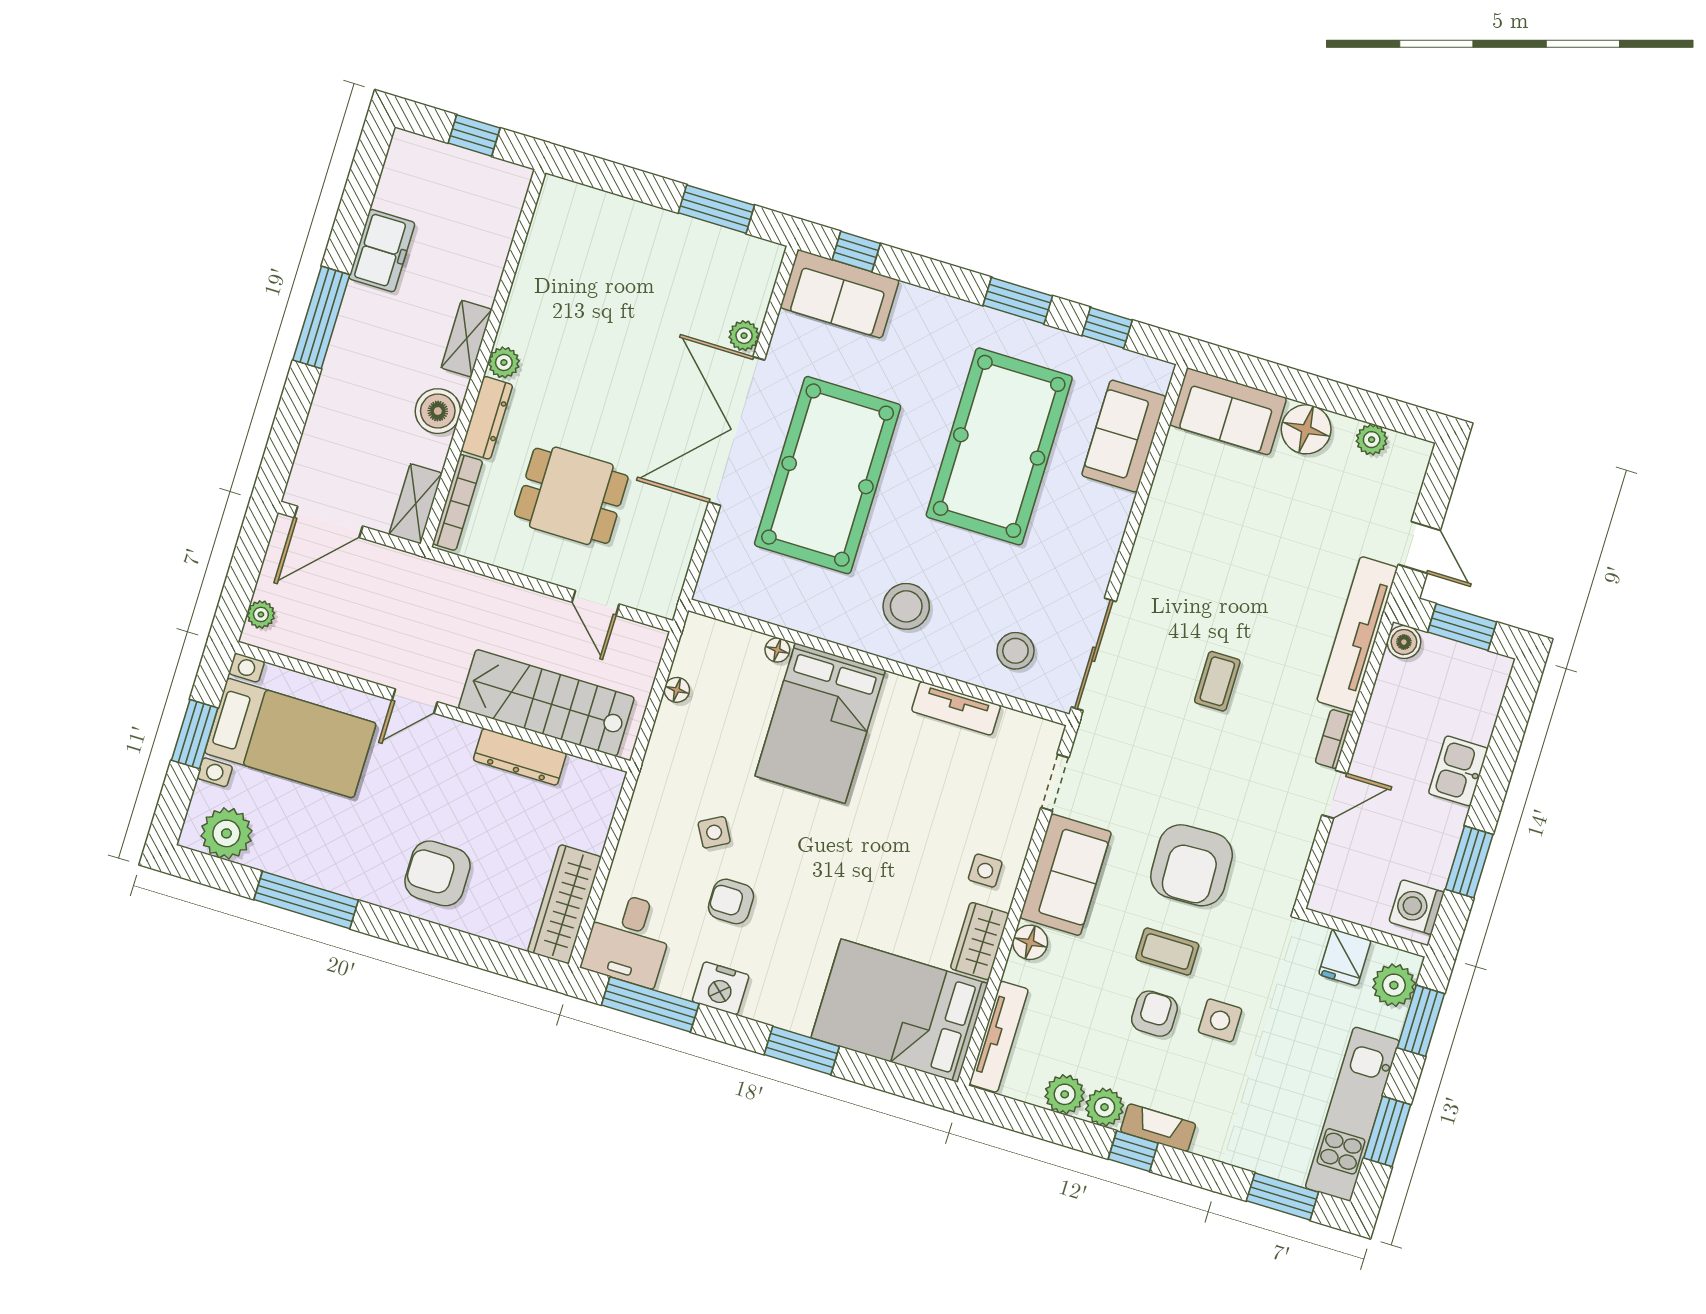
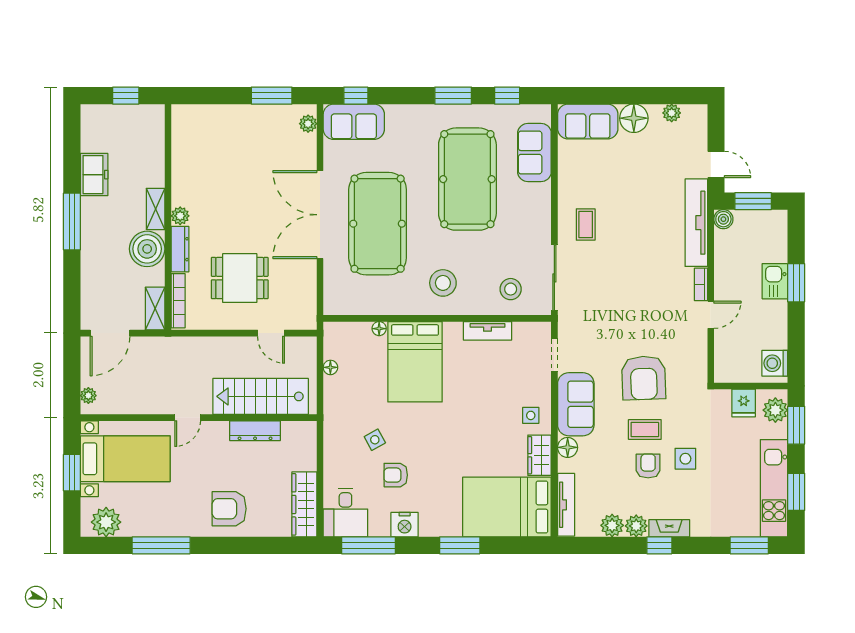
plant: (744, 336) -> (308, 124), moved
boiler: (438, 411) -> (147, 249), width x1.37, depth x1.37
coffee table: (1217, 681) -> (586, 225), moved
window: (1469, 862) -> (796, 283), moved

